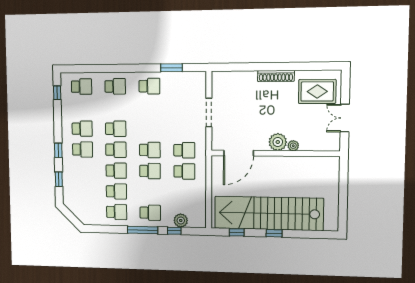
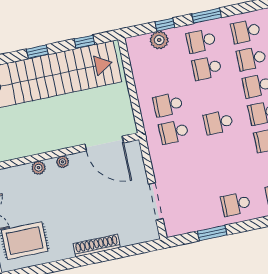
shoe rack: (276, 76) -> (97, 246), moved
doorway: (209, 113) -> (156, 201), moved
plant: (278, 142) -> (63, 162), width x0.53, depth x0.53
door: (238, 153) -> (104, 143), swing flipped
school desk: (150, 171) -> (207, 68), moved
window: (143, 230) -> (207, 16), width x0.69

